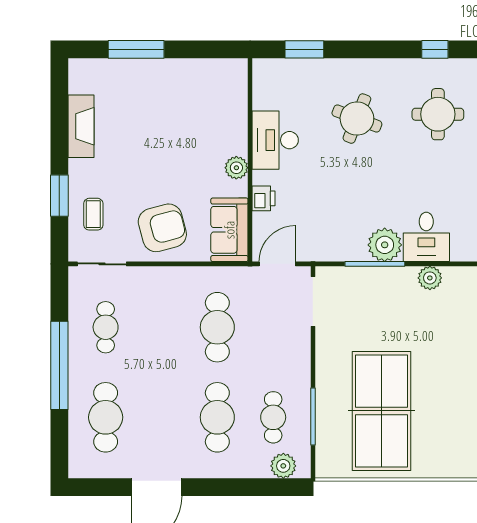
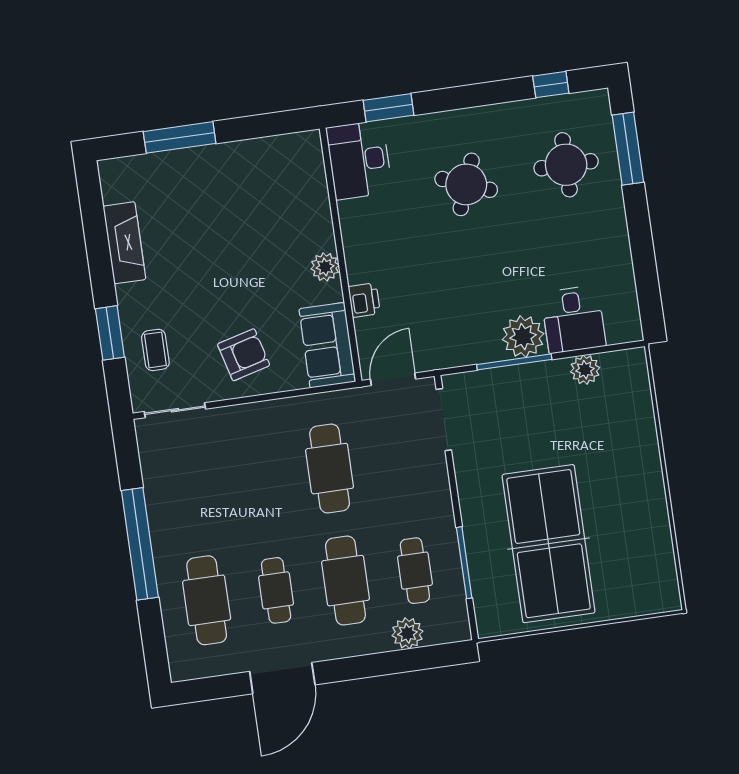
desk: (275, 140) -> (359, 160), moved
armchair: (162, 228) -> (244, 355), width x0.73, depth x0.73
cafe table: (106, 327) -> (276, 590), moved
plant: (283, 466) -> (407, 633), moved

